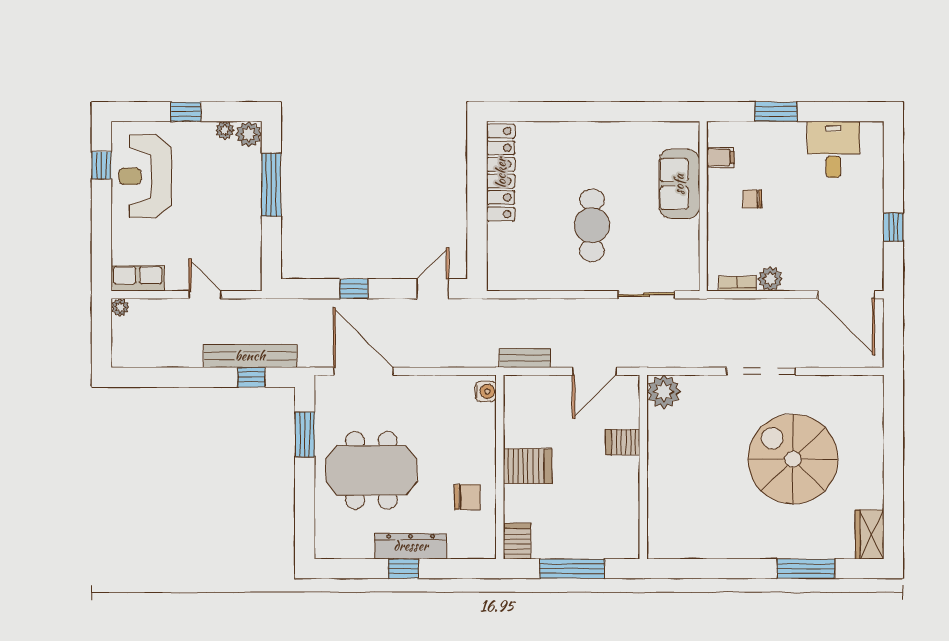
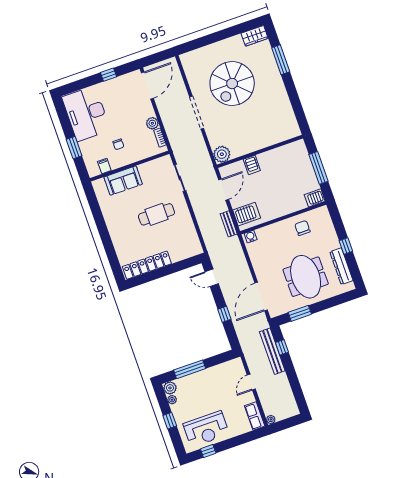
desk: (833, 149) -> (86, 114), width x1.87, depth x1.30
door: (594, 371) -> (224, 190), hinge flipped
server rack: (528, 466) -> (247, 214), moved, turned 90
dresser: (411, 546) -> (341, 266), moved

